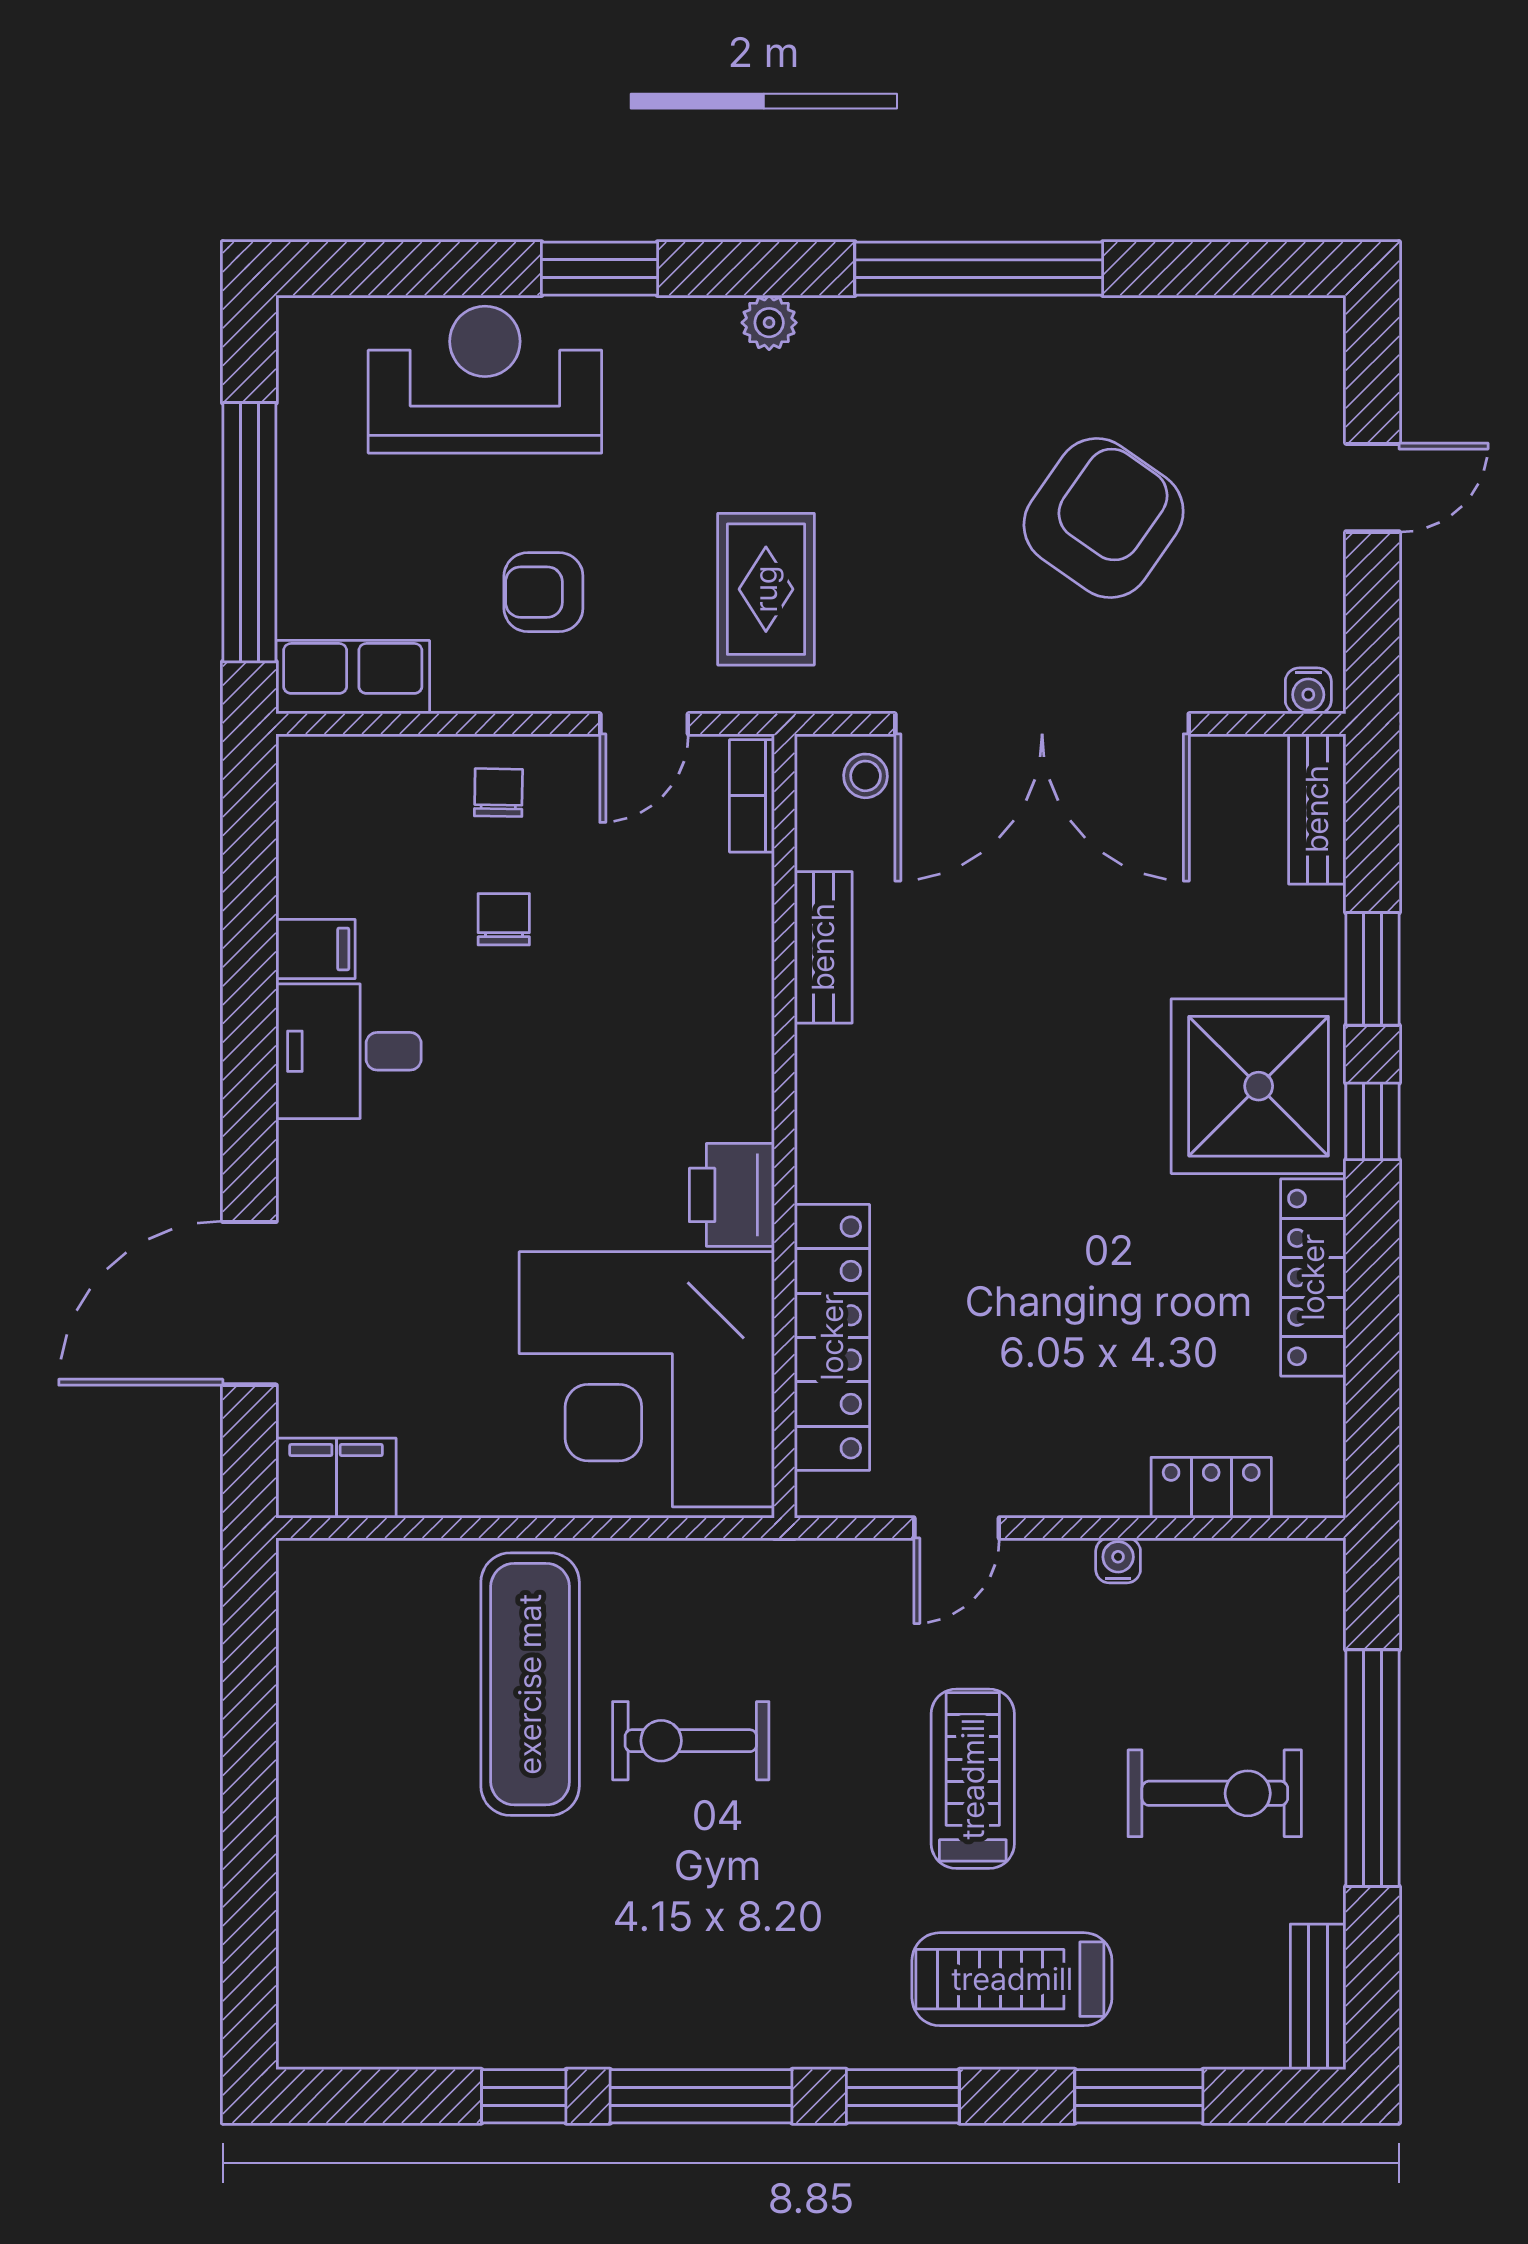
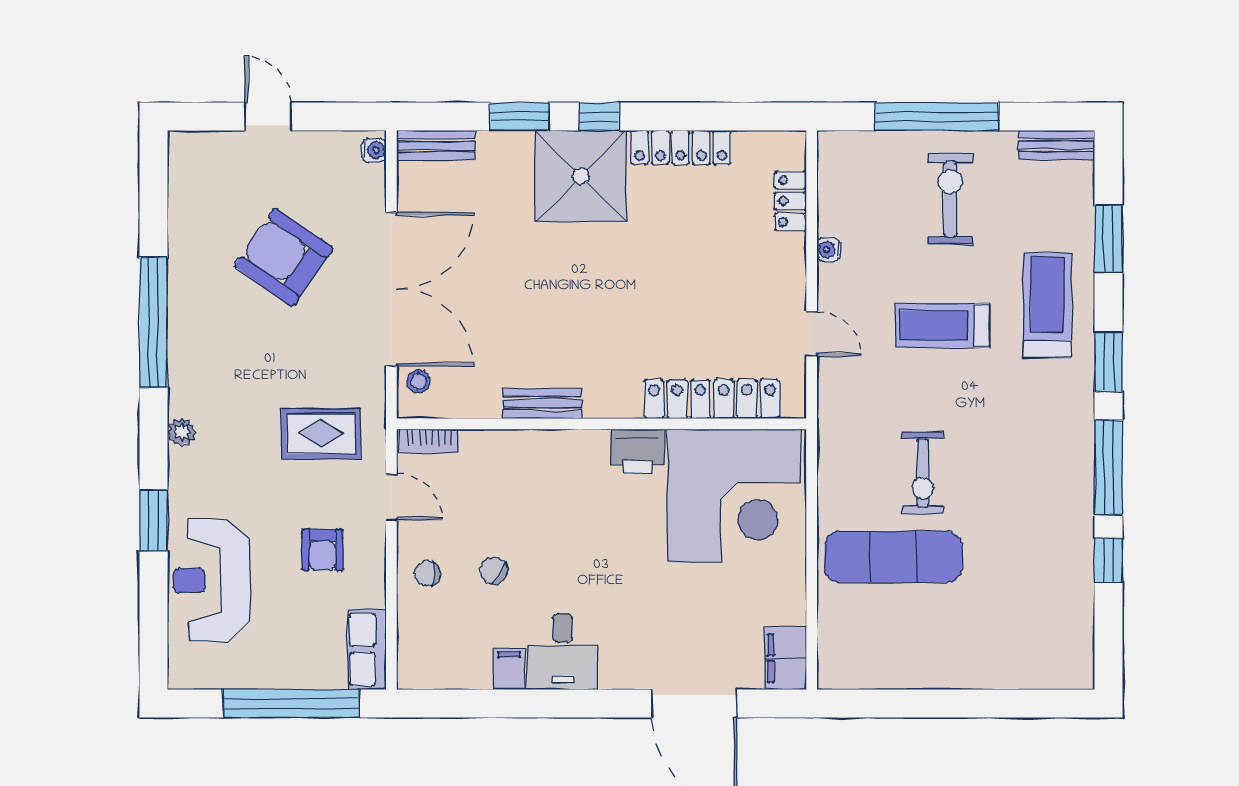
chair: (504, 919) -> (493, 571), turned 31
bench: (823, 947) -> (542, 404), moved
treadmill: (1012, 1979) -> (1047, 305), turned 180

